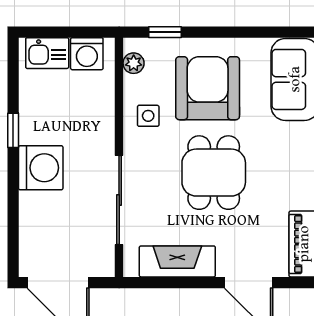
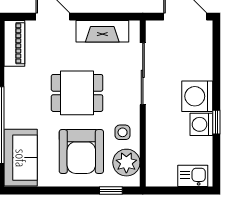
washing machine: (87, 54) -> (201, 124), moved, turned -90
plant: (134, 63) -> (126, 163), width x1.88, depth x1.88
dining table: (214, 173) -> (77, 93), turned 90

